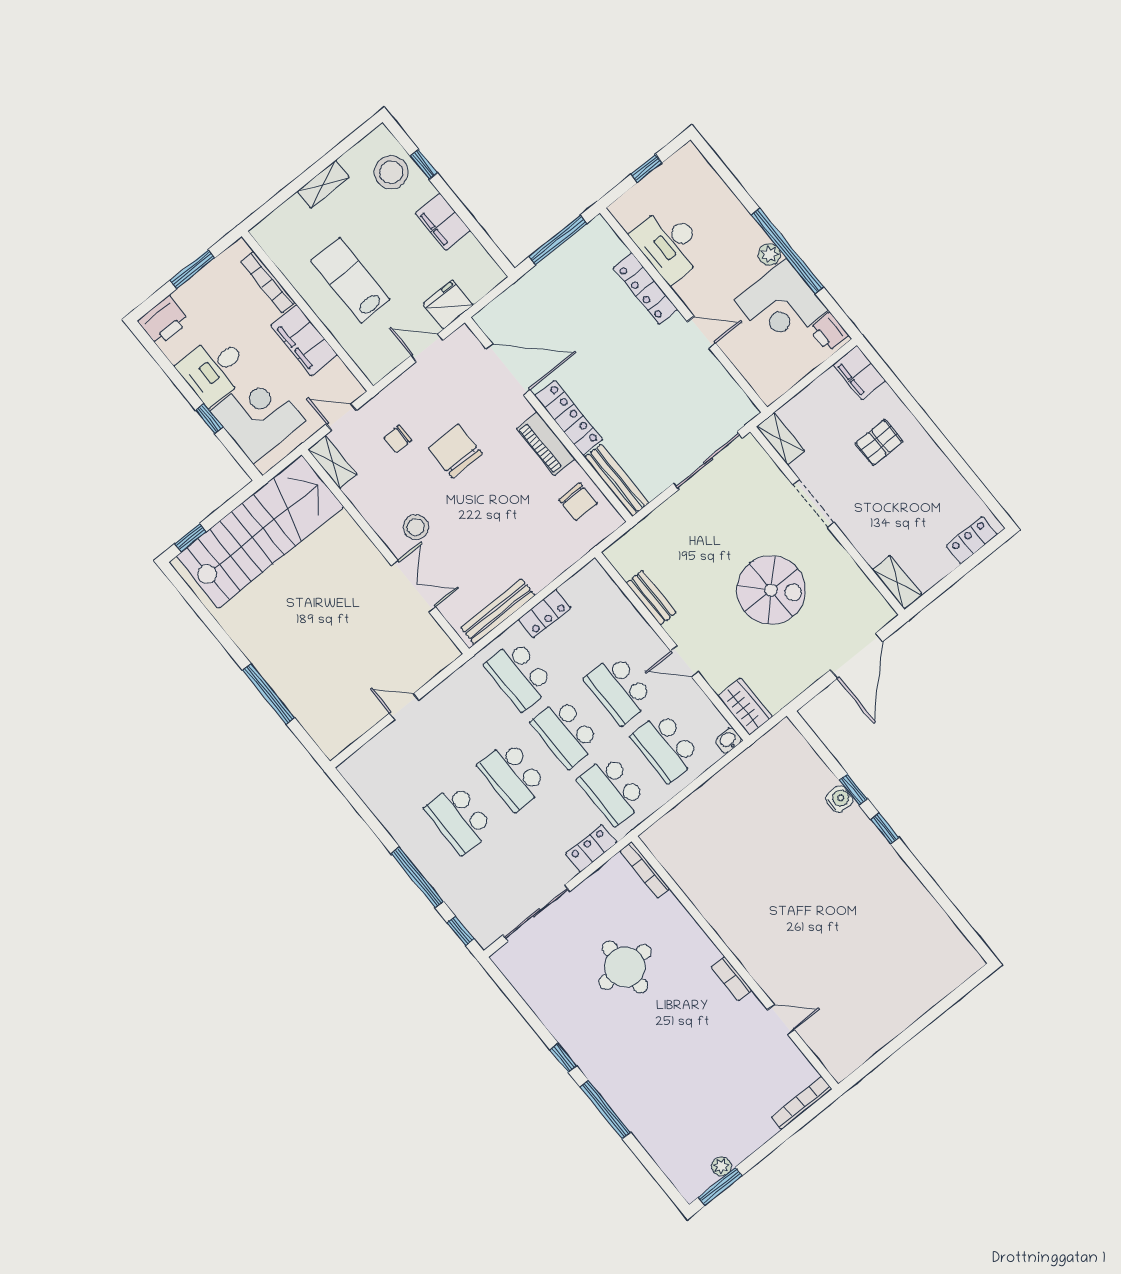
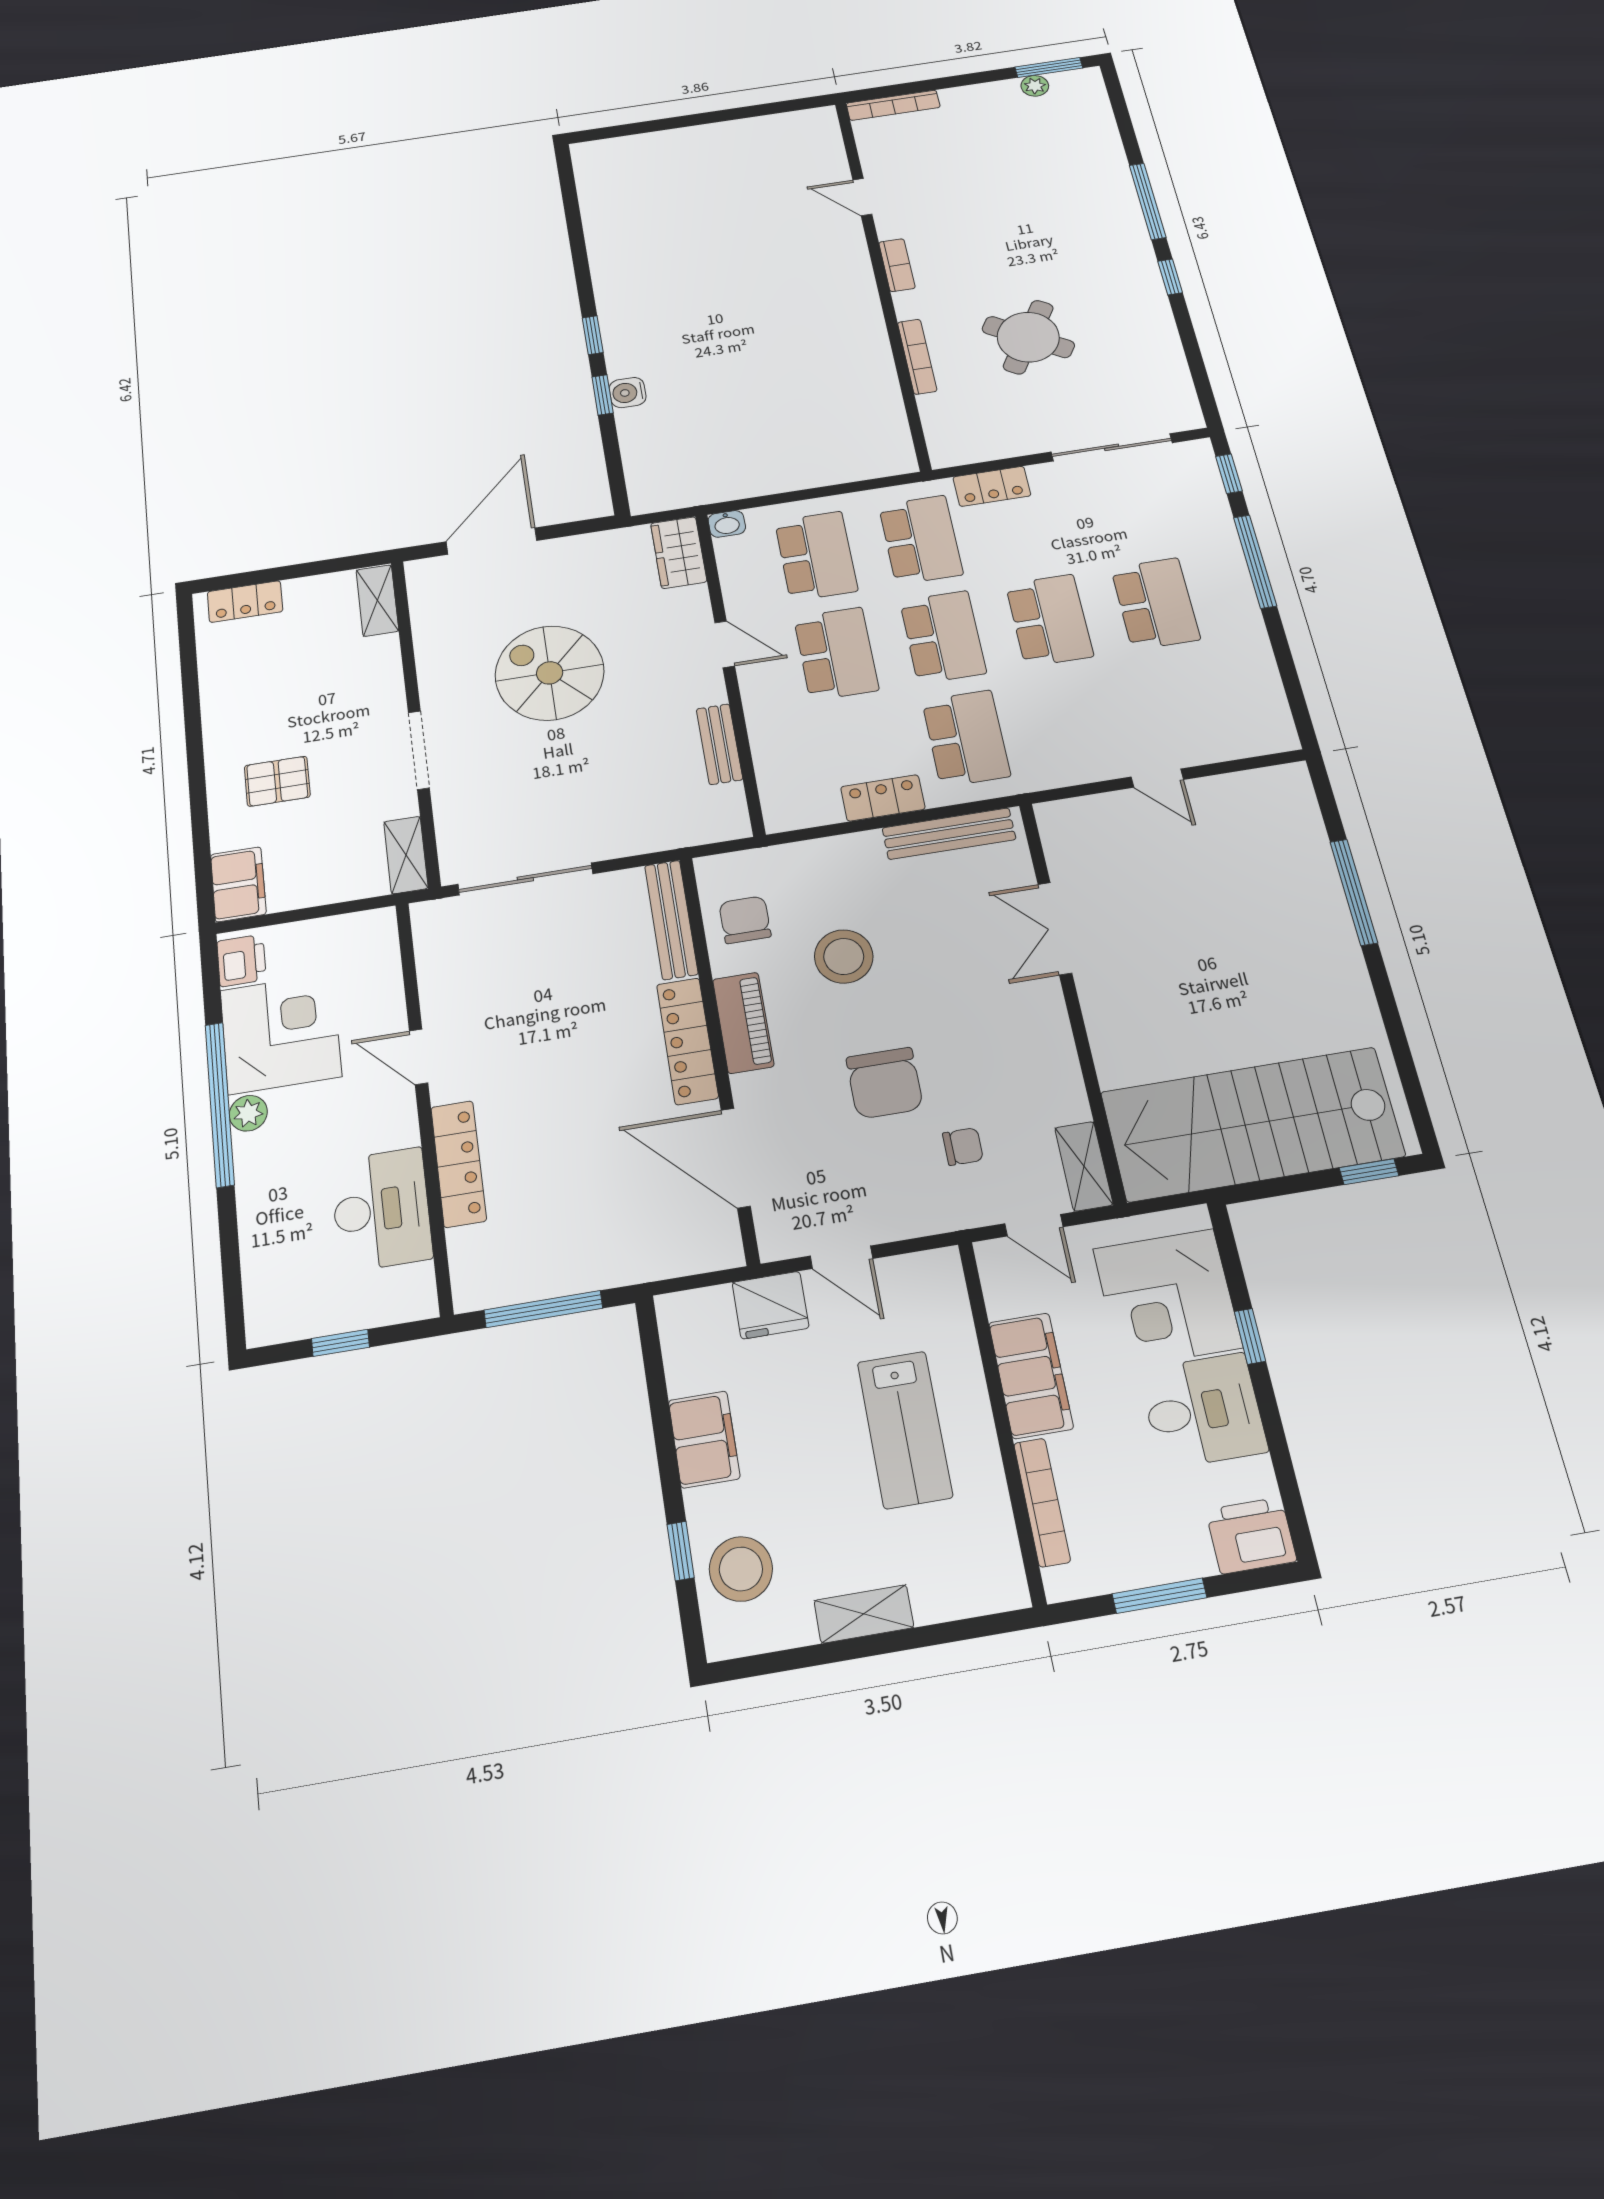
stool: (416, 527) -> (844, 956), moved, width x1.38, depth x1.38
bookcase: (645, 870) -> (917, 357), moved
round table: (625, 967) -> (1028, 337), turned 32

